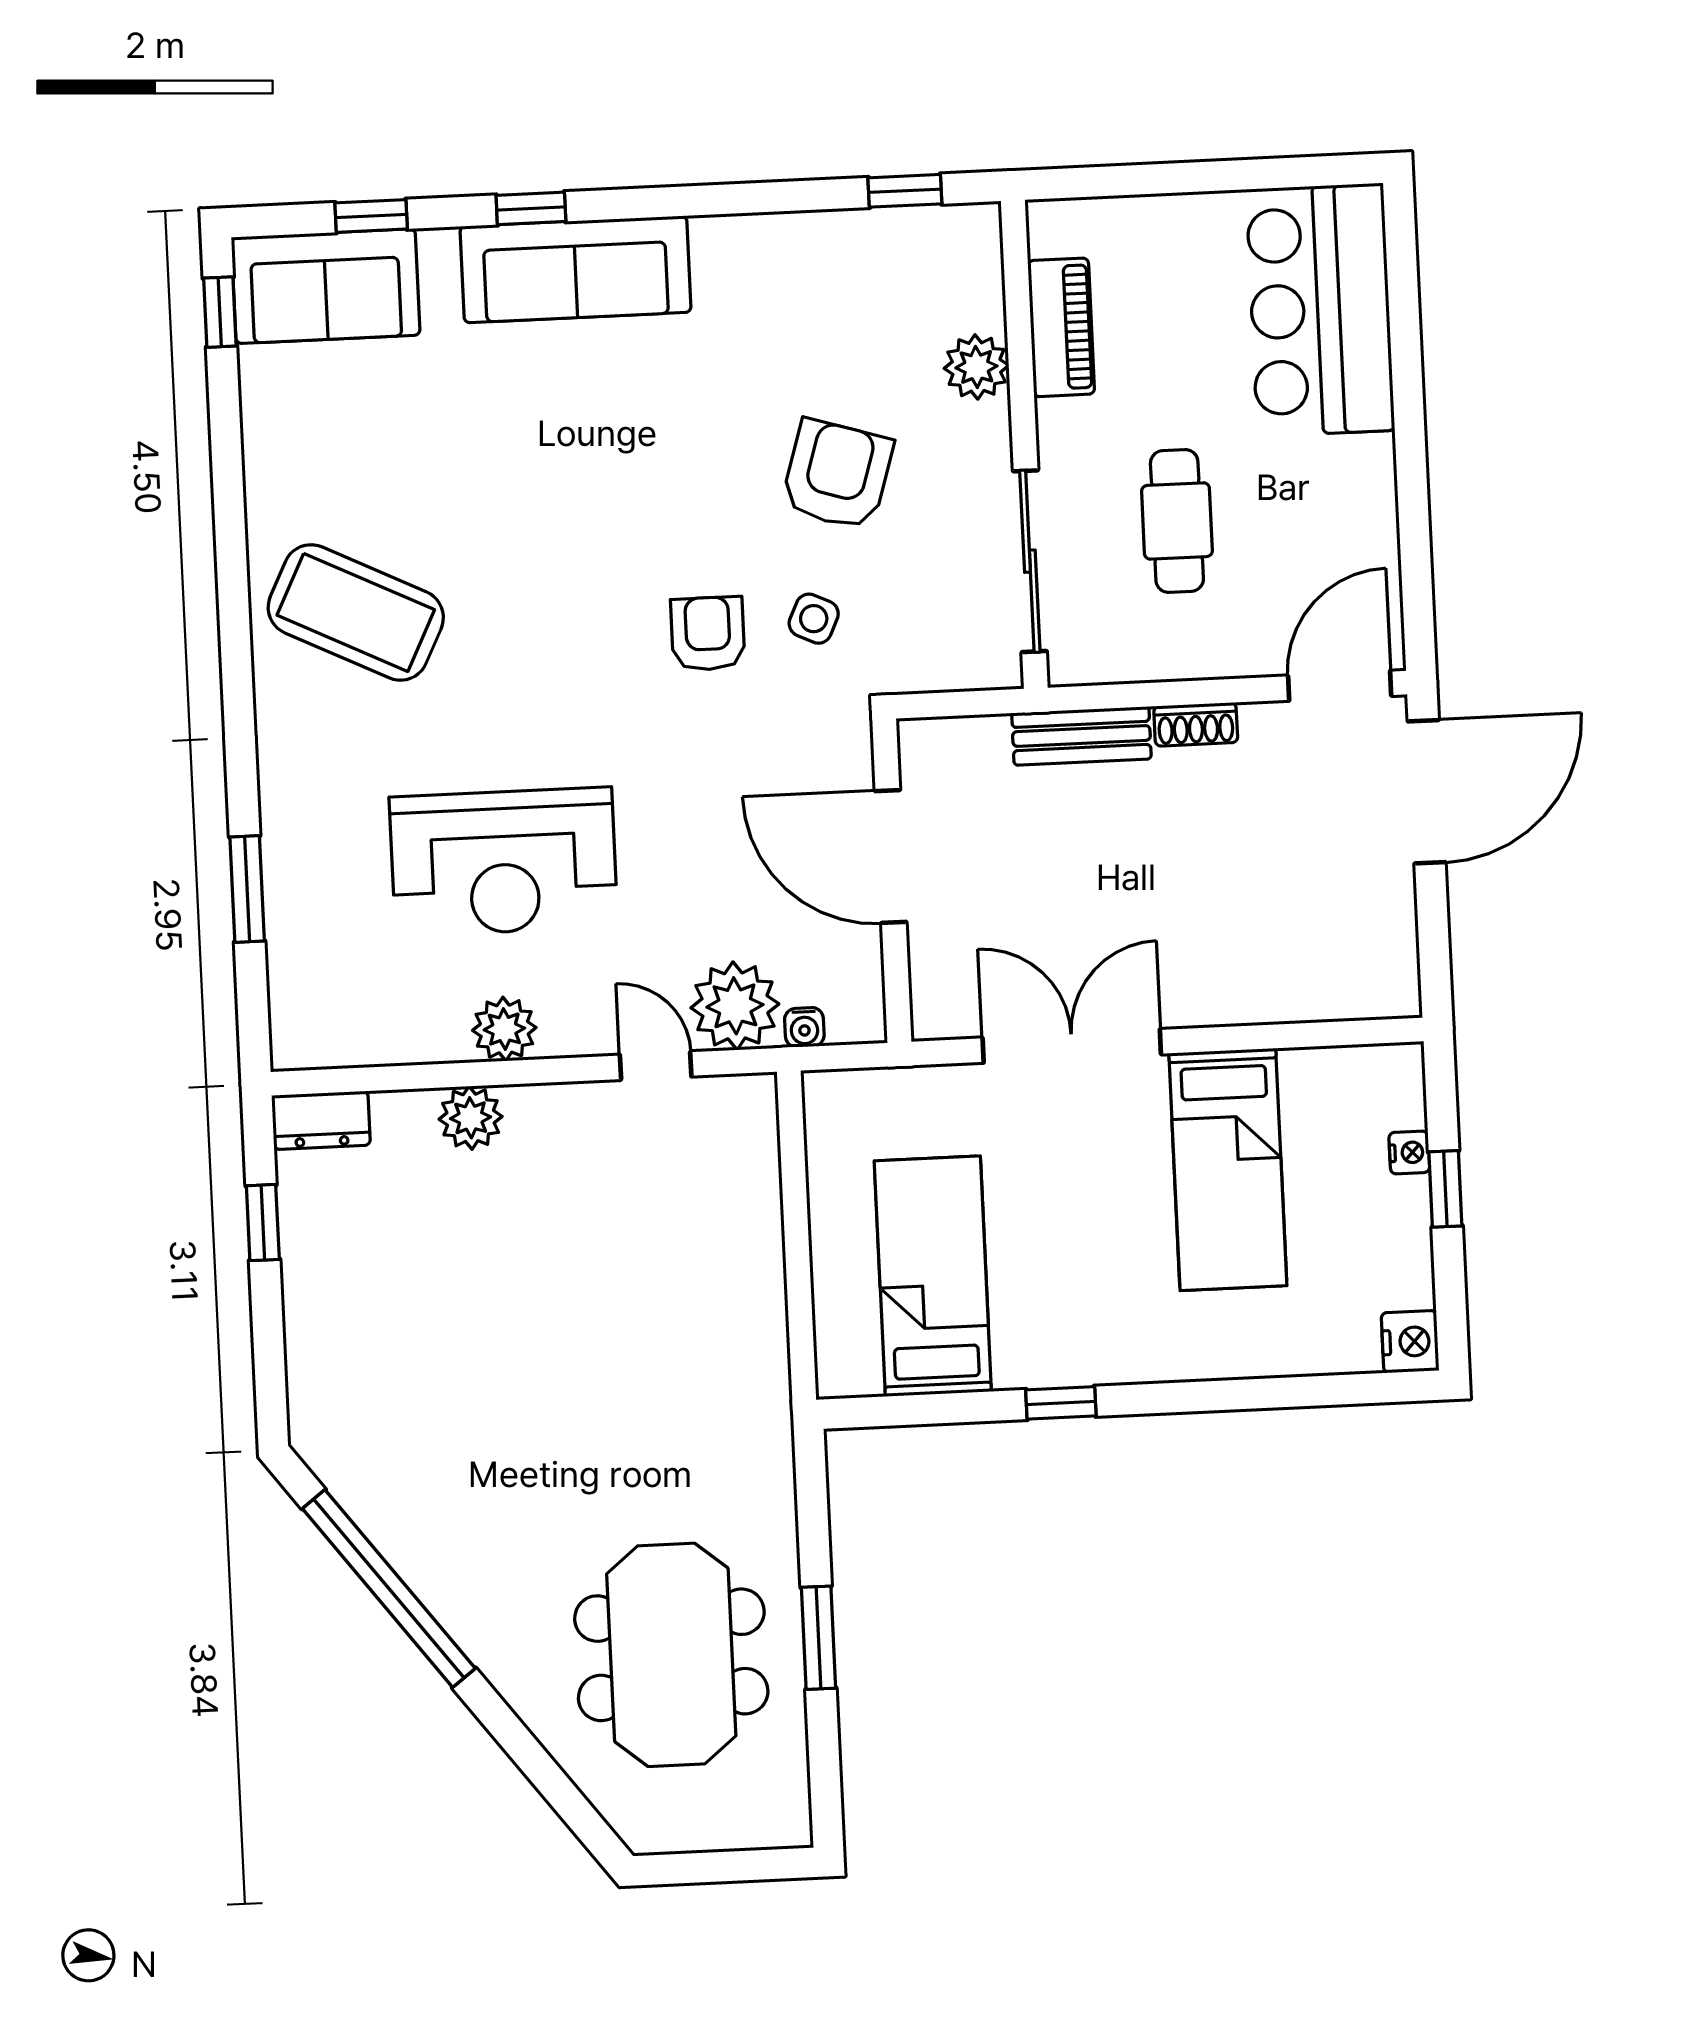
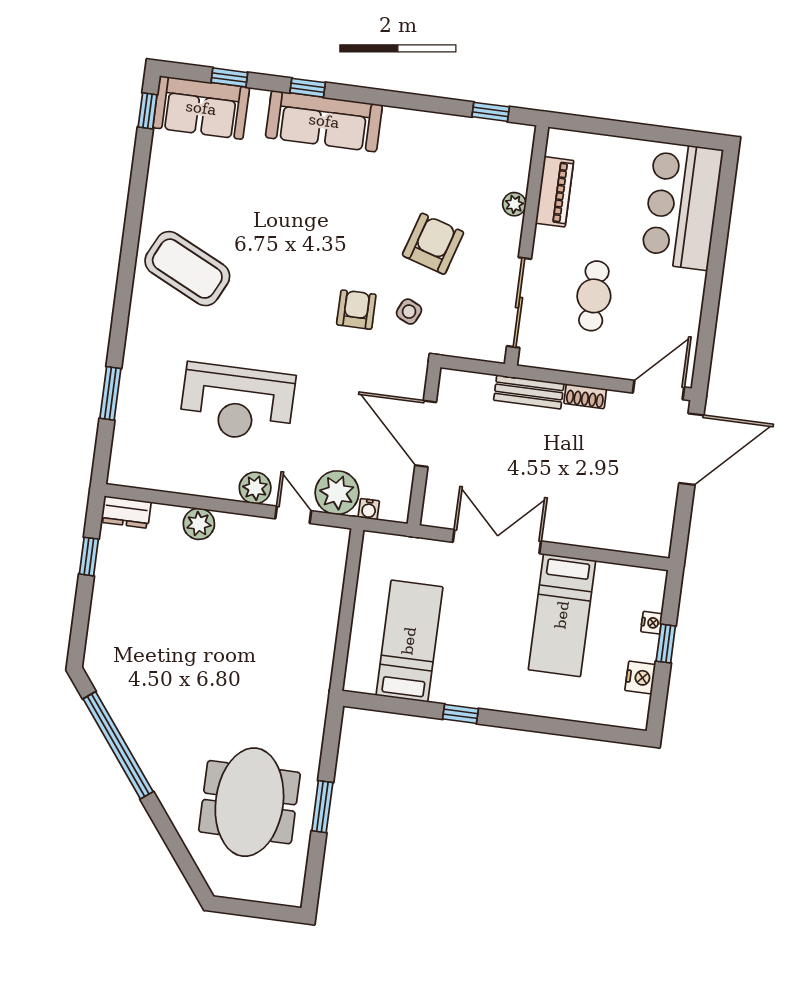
plant: (976, 367) -> (514, 204), width x0.73, depth x0.73
plant: (504, 1029) -> (255, 488), moved
nightstand: (1410, 1342) -> (640, 678), moved

